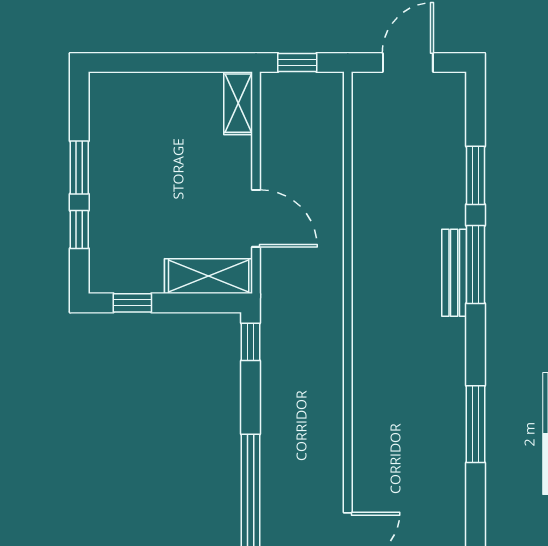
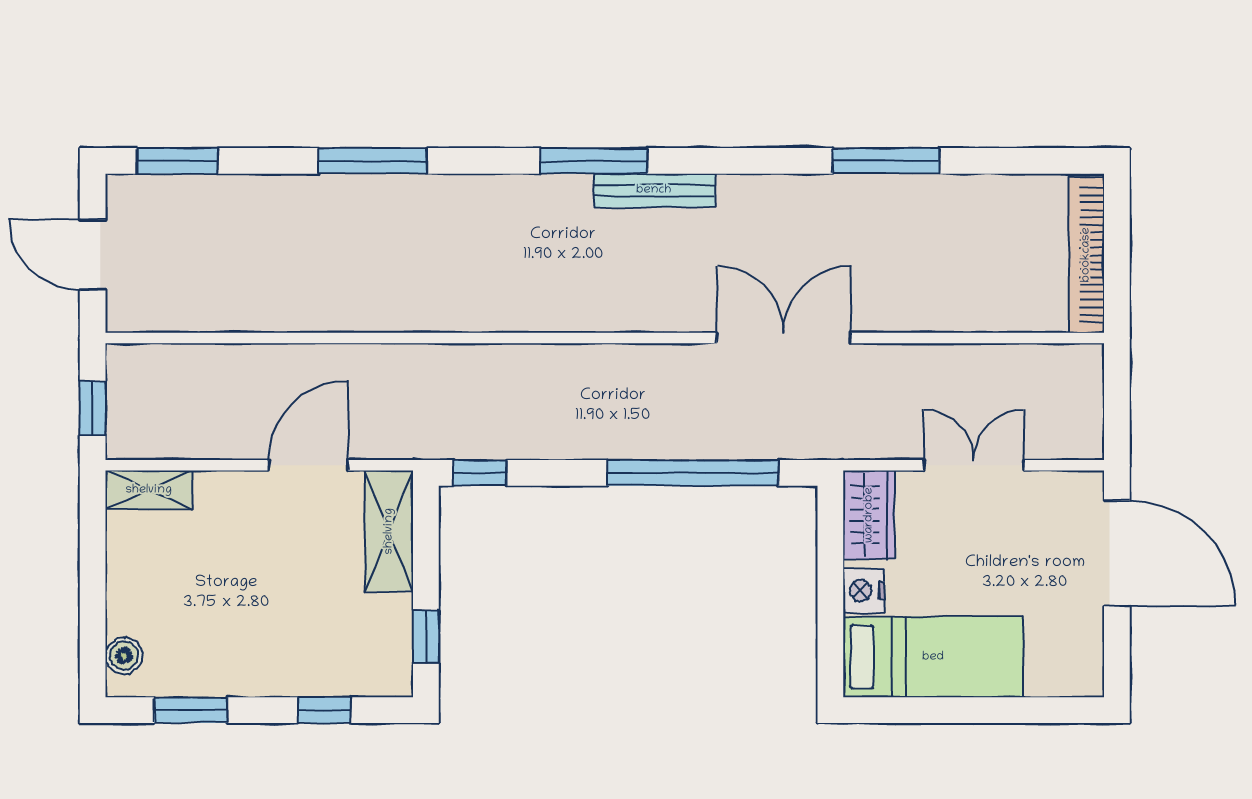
boiler: (119, 85) -> (124, 656), added
window: (79, 167) -> (191, 710), moved
window: (476, 175) -> (177, 161), moved
bench: (454, 273) -> (654, 190), moved

